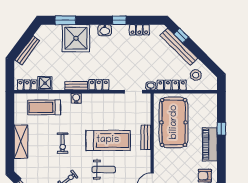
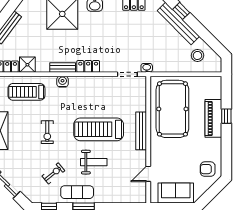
locker: (172, 85) -> (170, 67), removed
bench: (146, 137) -> (141, 131), width x1.36
treadmill: (108, 140) -> (99, 129), turned 180
piano: (210, 144) -> (213, 118), moved

